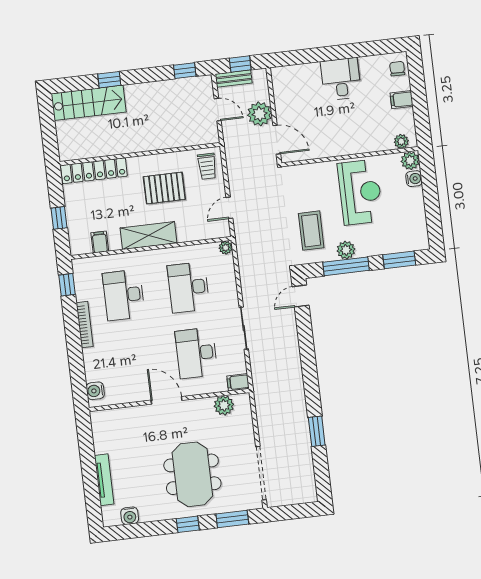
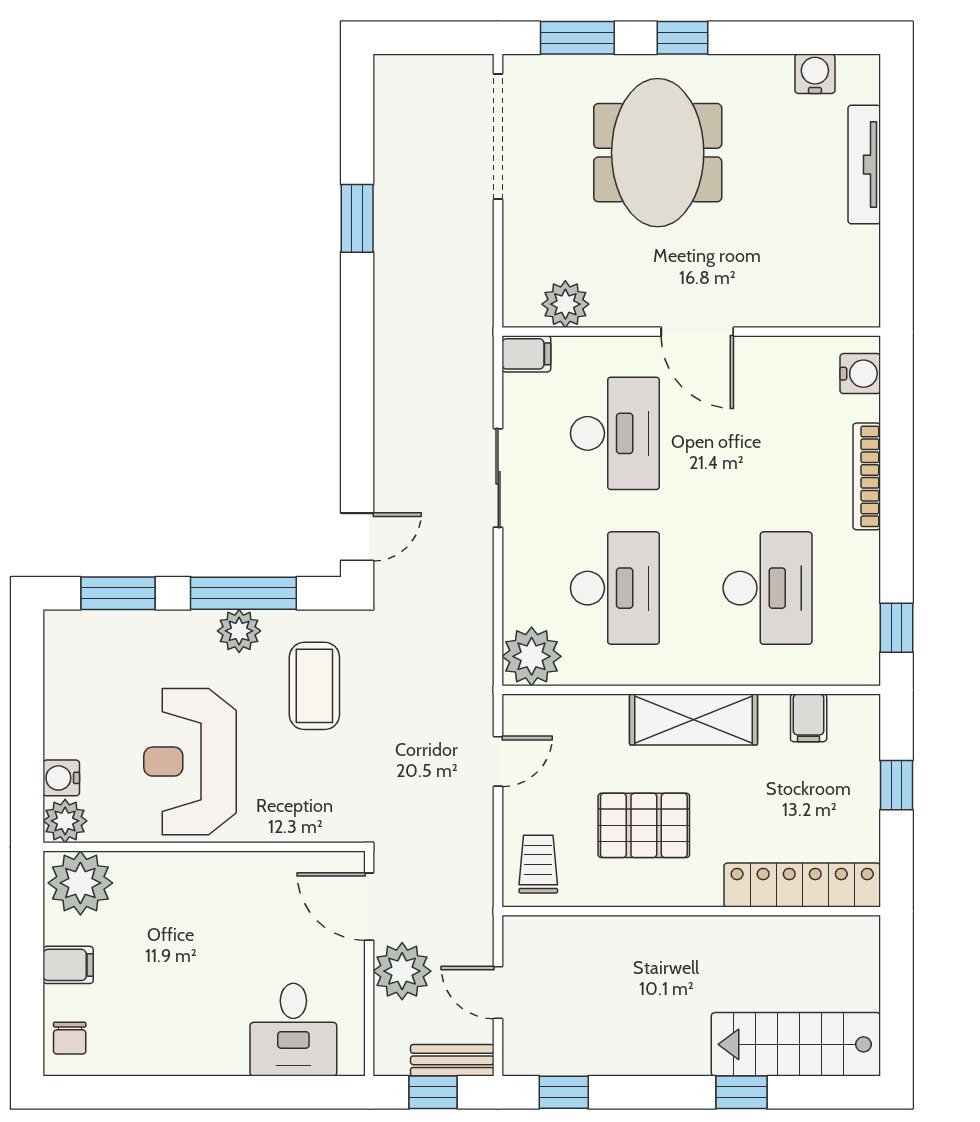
desk: (341, 79) -> (293, 1030), moved
plant: (401, 141) -> (80, 883), width x1.88, depth x1.88
plant: (226, 248) -> (532, 656), width x1.87, depth x1.87
bookcase: (85, 325) -> (867, 476), moved

